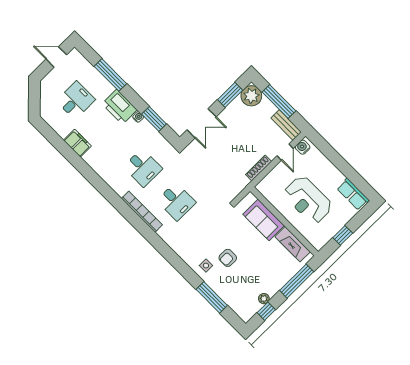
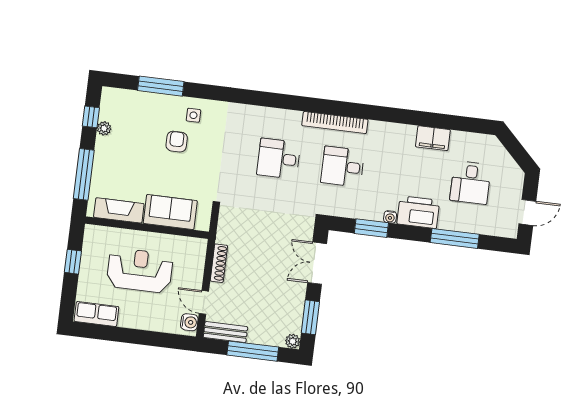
plant: (251, 96) -> (293, 341), width x0.53, depth x0.53
bookcase: (142, 212) -> (335, 123), moved

